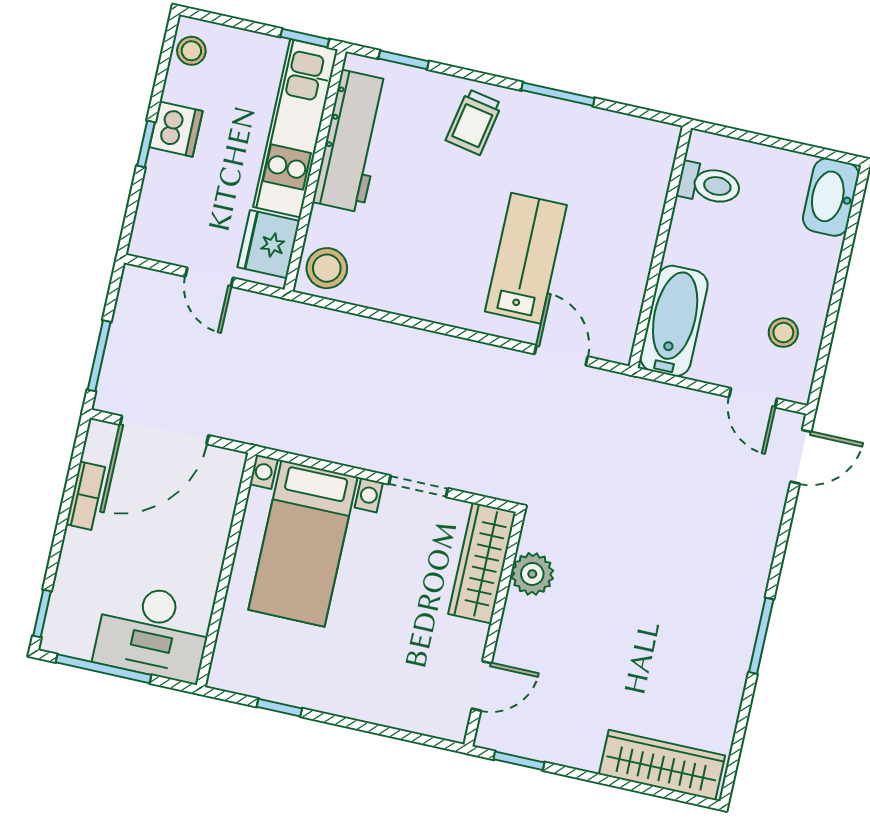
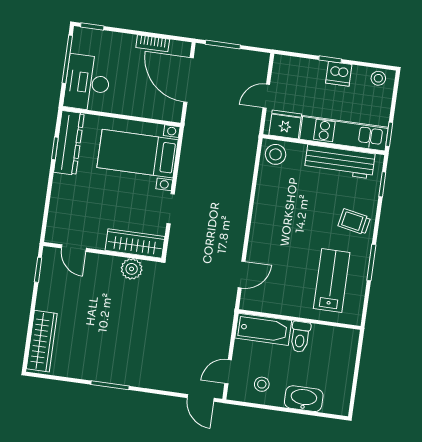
toilet: (709, 184) -> (300, 337), moved
washbasin: (831, 197) -> (304, 399), moved
lab bench: (526, 258) -> (332, 281), moved, turned -90
dresser: (271, 679) -> (69, 143), added

